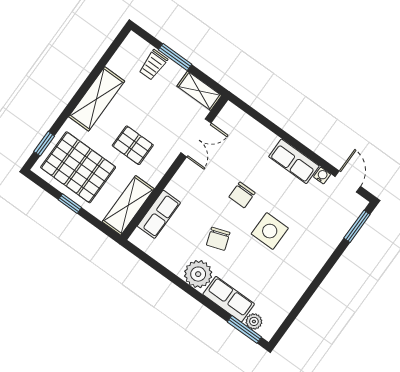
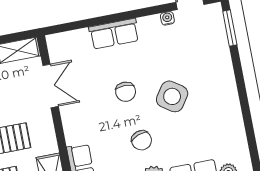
row of seats: (294, 161) -> (114, 34), moved
side table: (270, 231) -> (172, 96), turned 34

